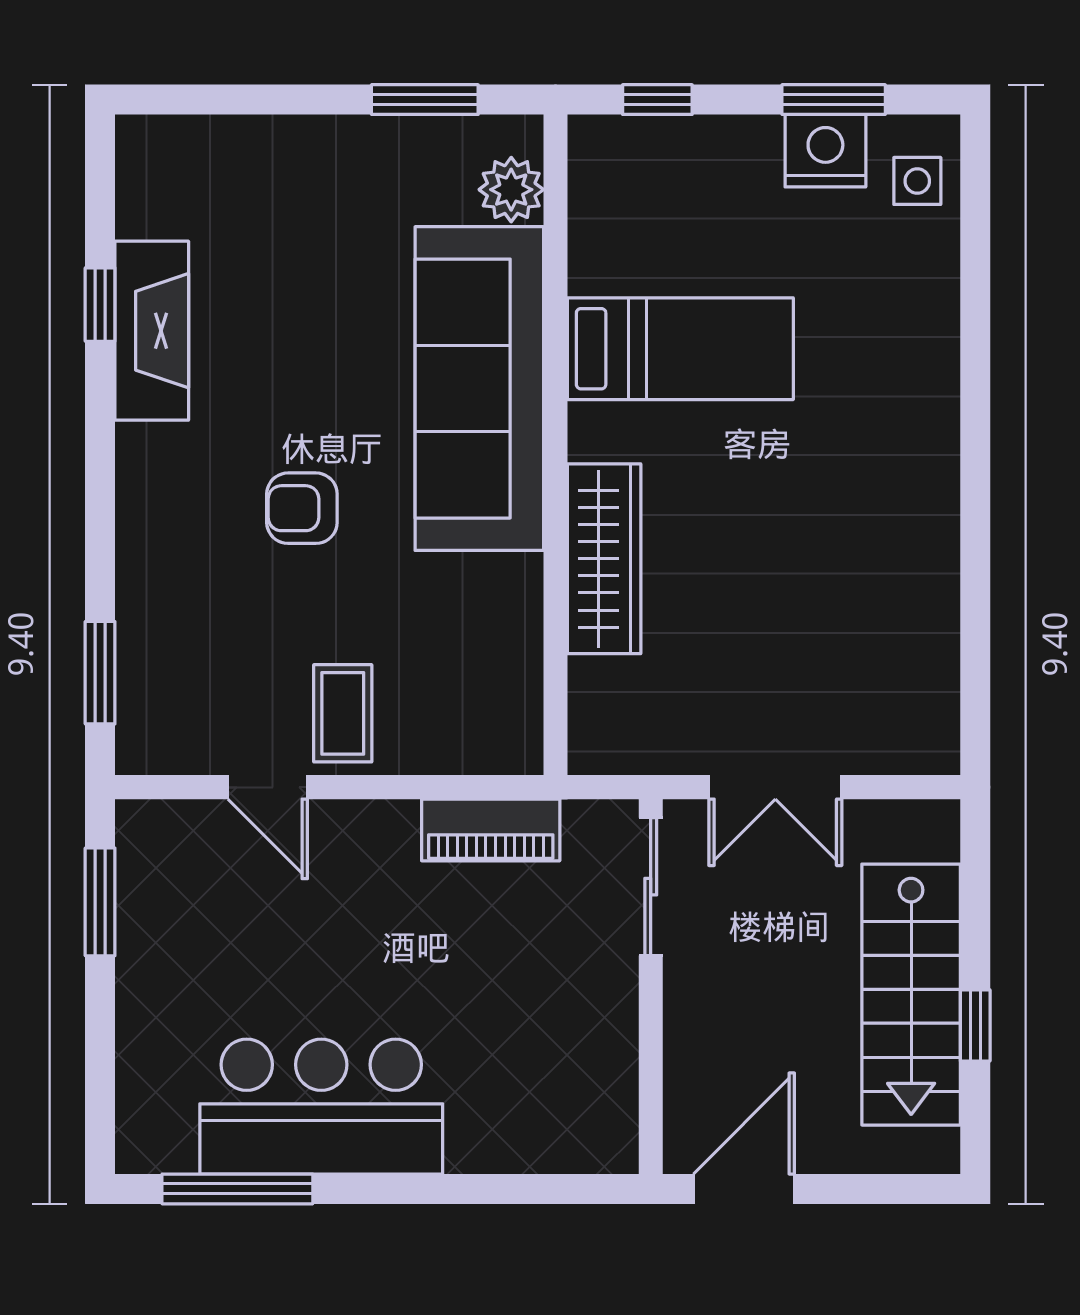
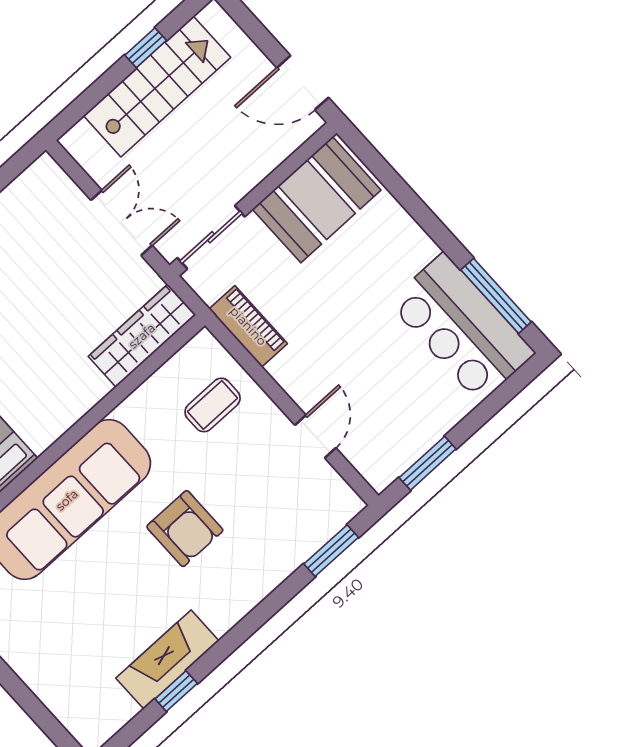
armchair: (302, 508) -> (185, 529), width x1.38, depth x1.38
wardrobe: (604, 559) -> (142, 336), moved
coffee table: (343, 713) -> (213, 405), moved
booth: (575, 1069) -> (317, 200), added
bar counter: (321, 1107) -> (462, 328), moved

